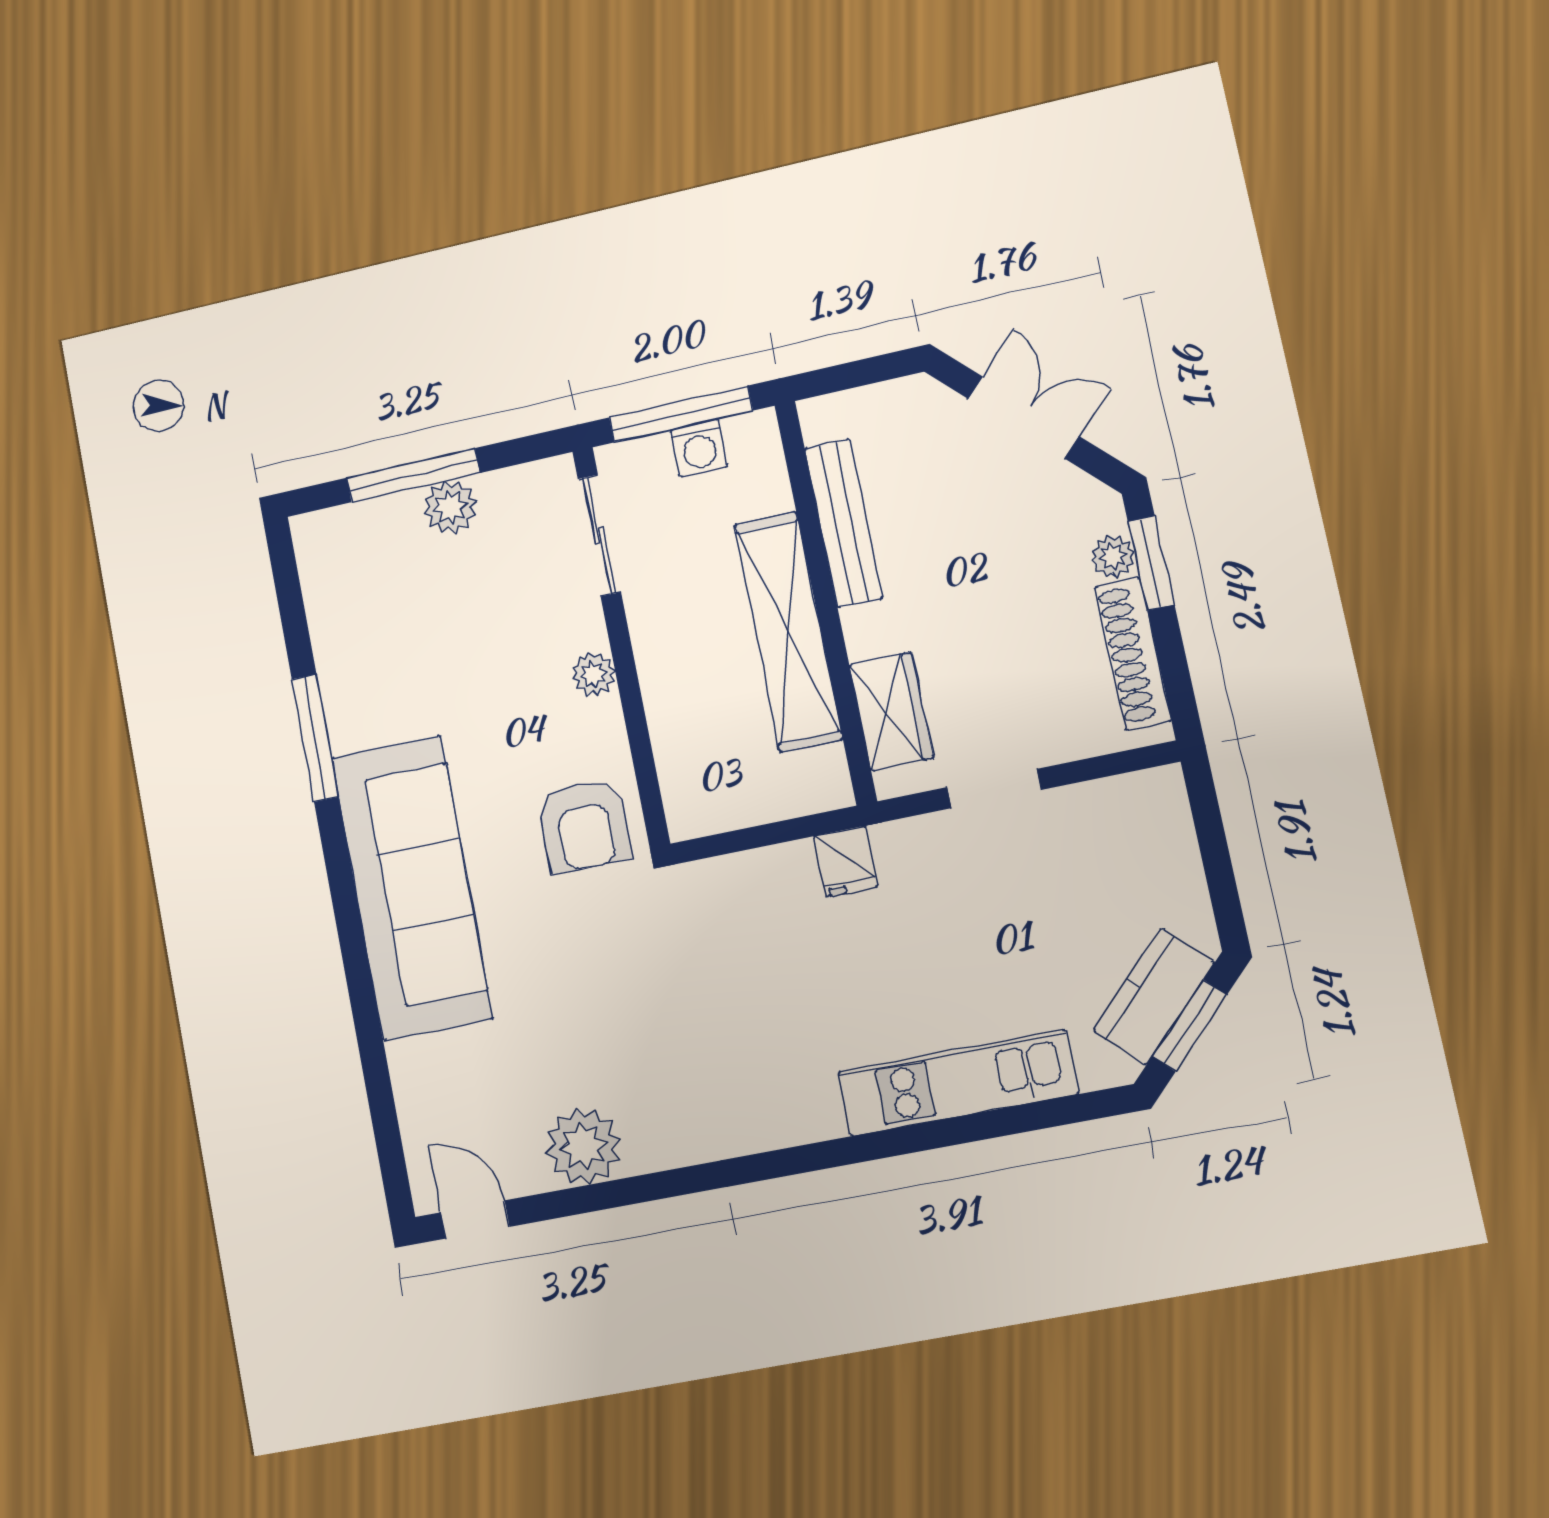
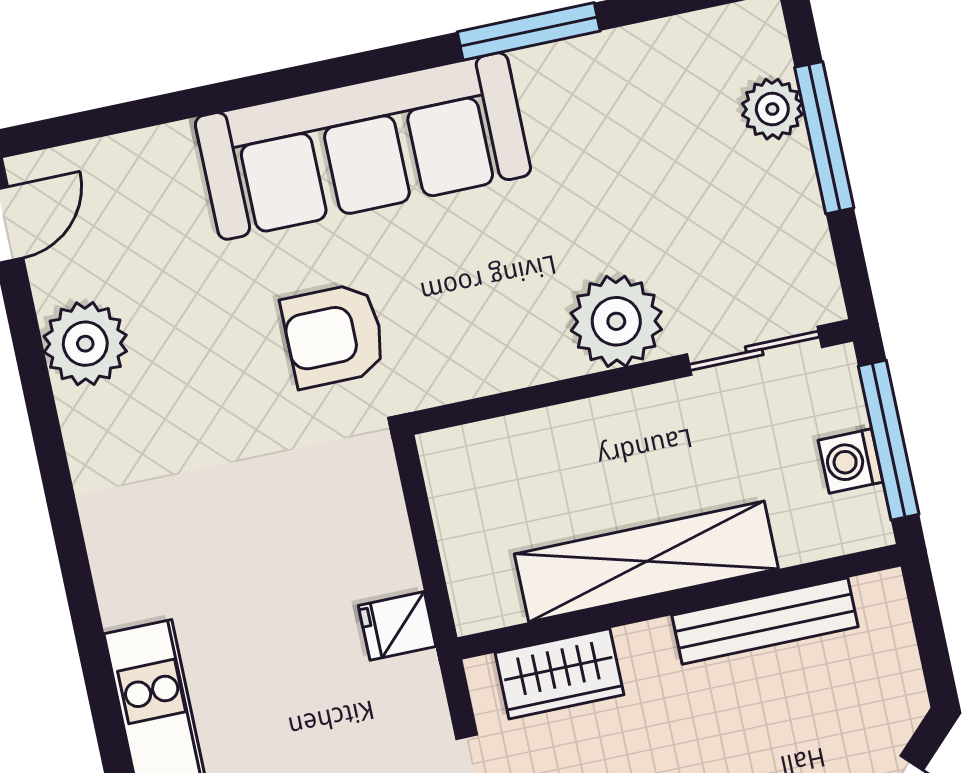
plant: (450, 507) -> (772, 109), moved
plant: (593, 674) -> (616, 321), width x1.88, depth x1.88
armchair: (584, 825) -> (334, 335), moved

